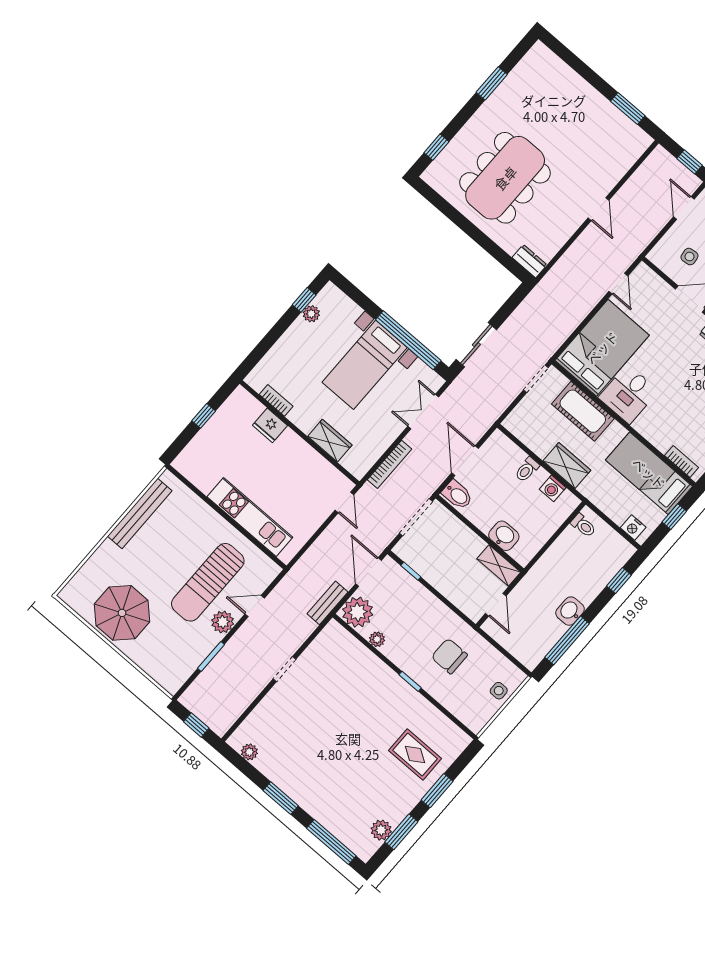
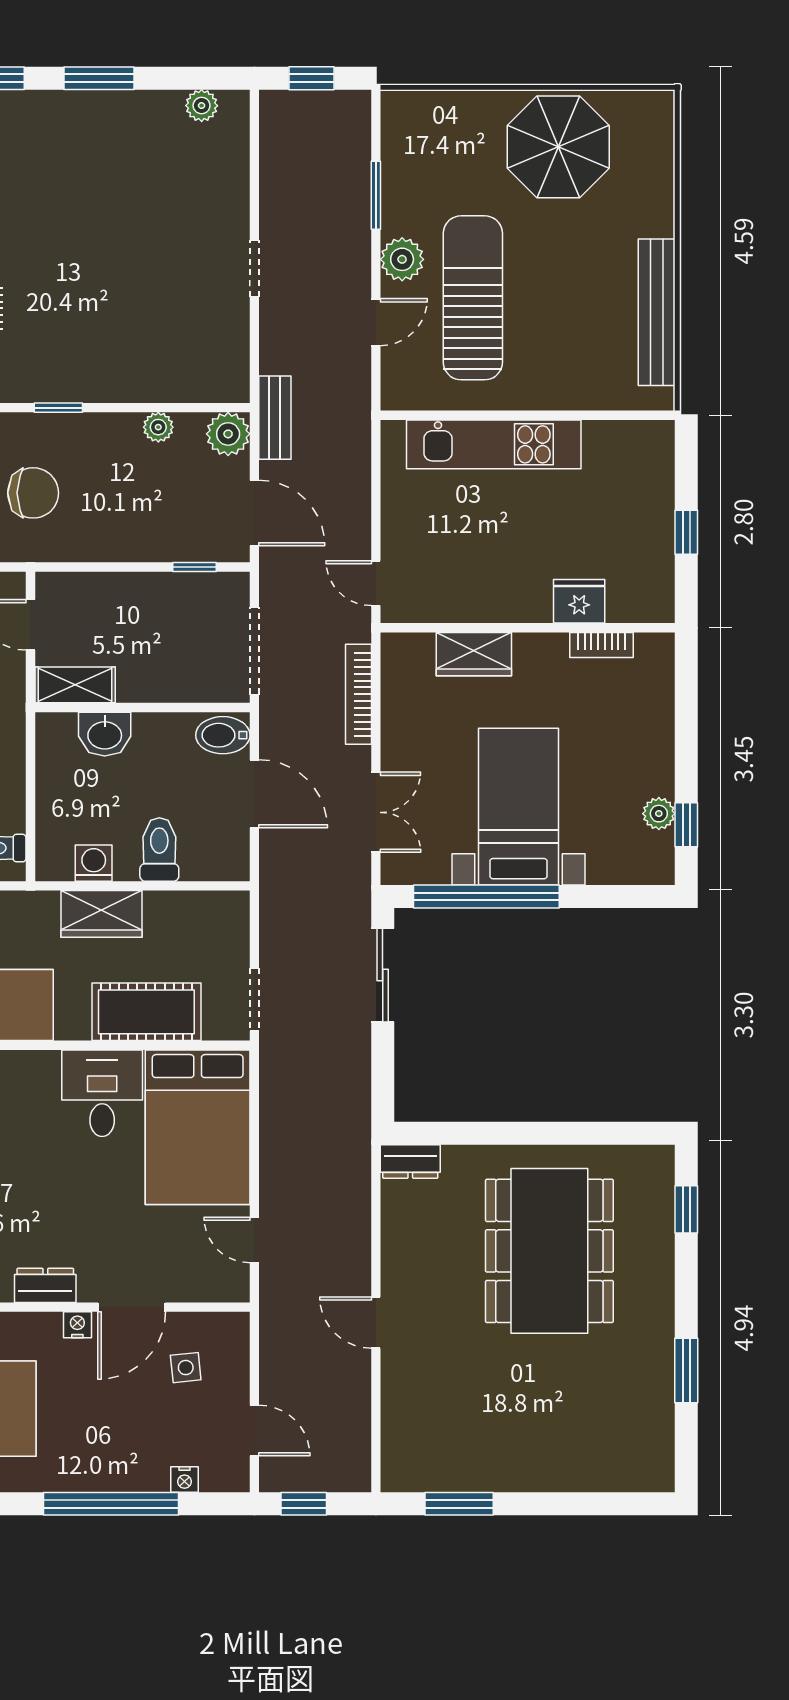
toilet: (527, 469) -> (159, 849), width x1.37, depth x1.39
plant: (358, 612) -> (228, 434), width x0.73, depth x0.73

